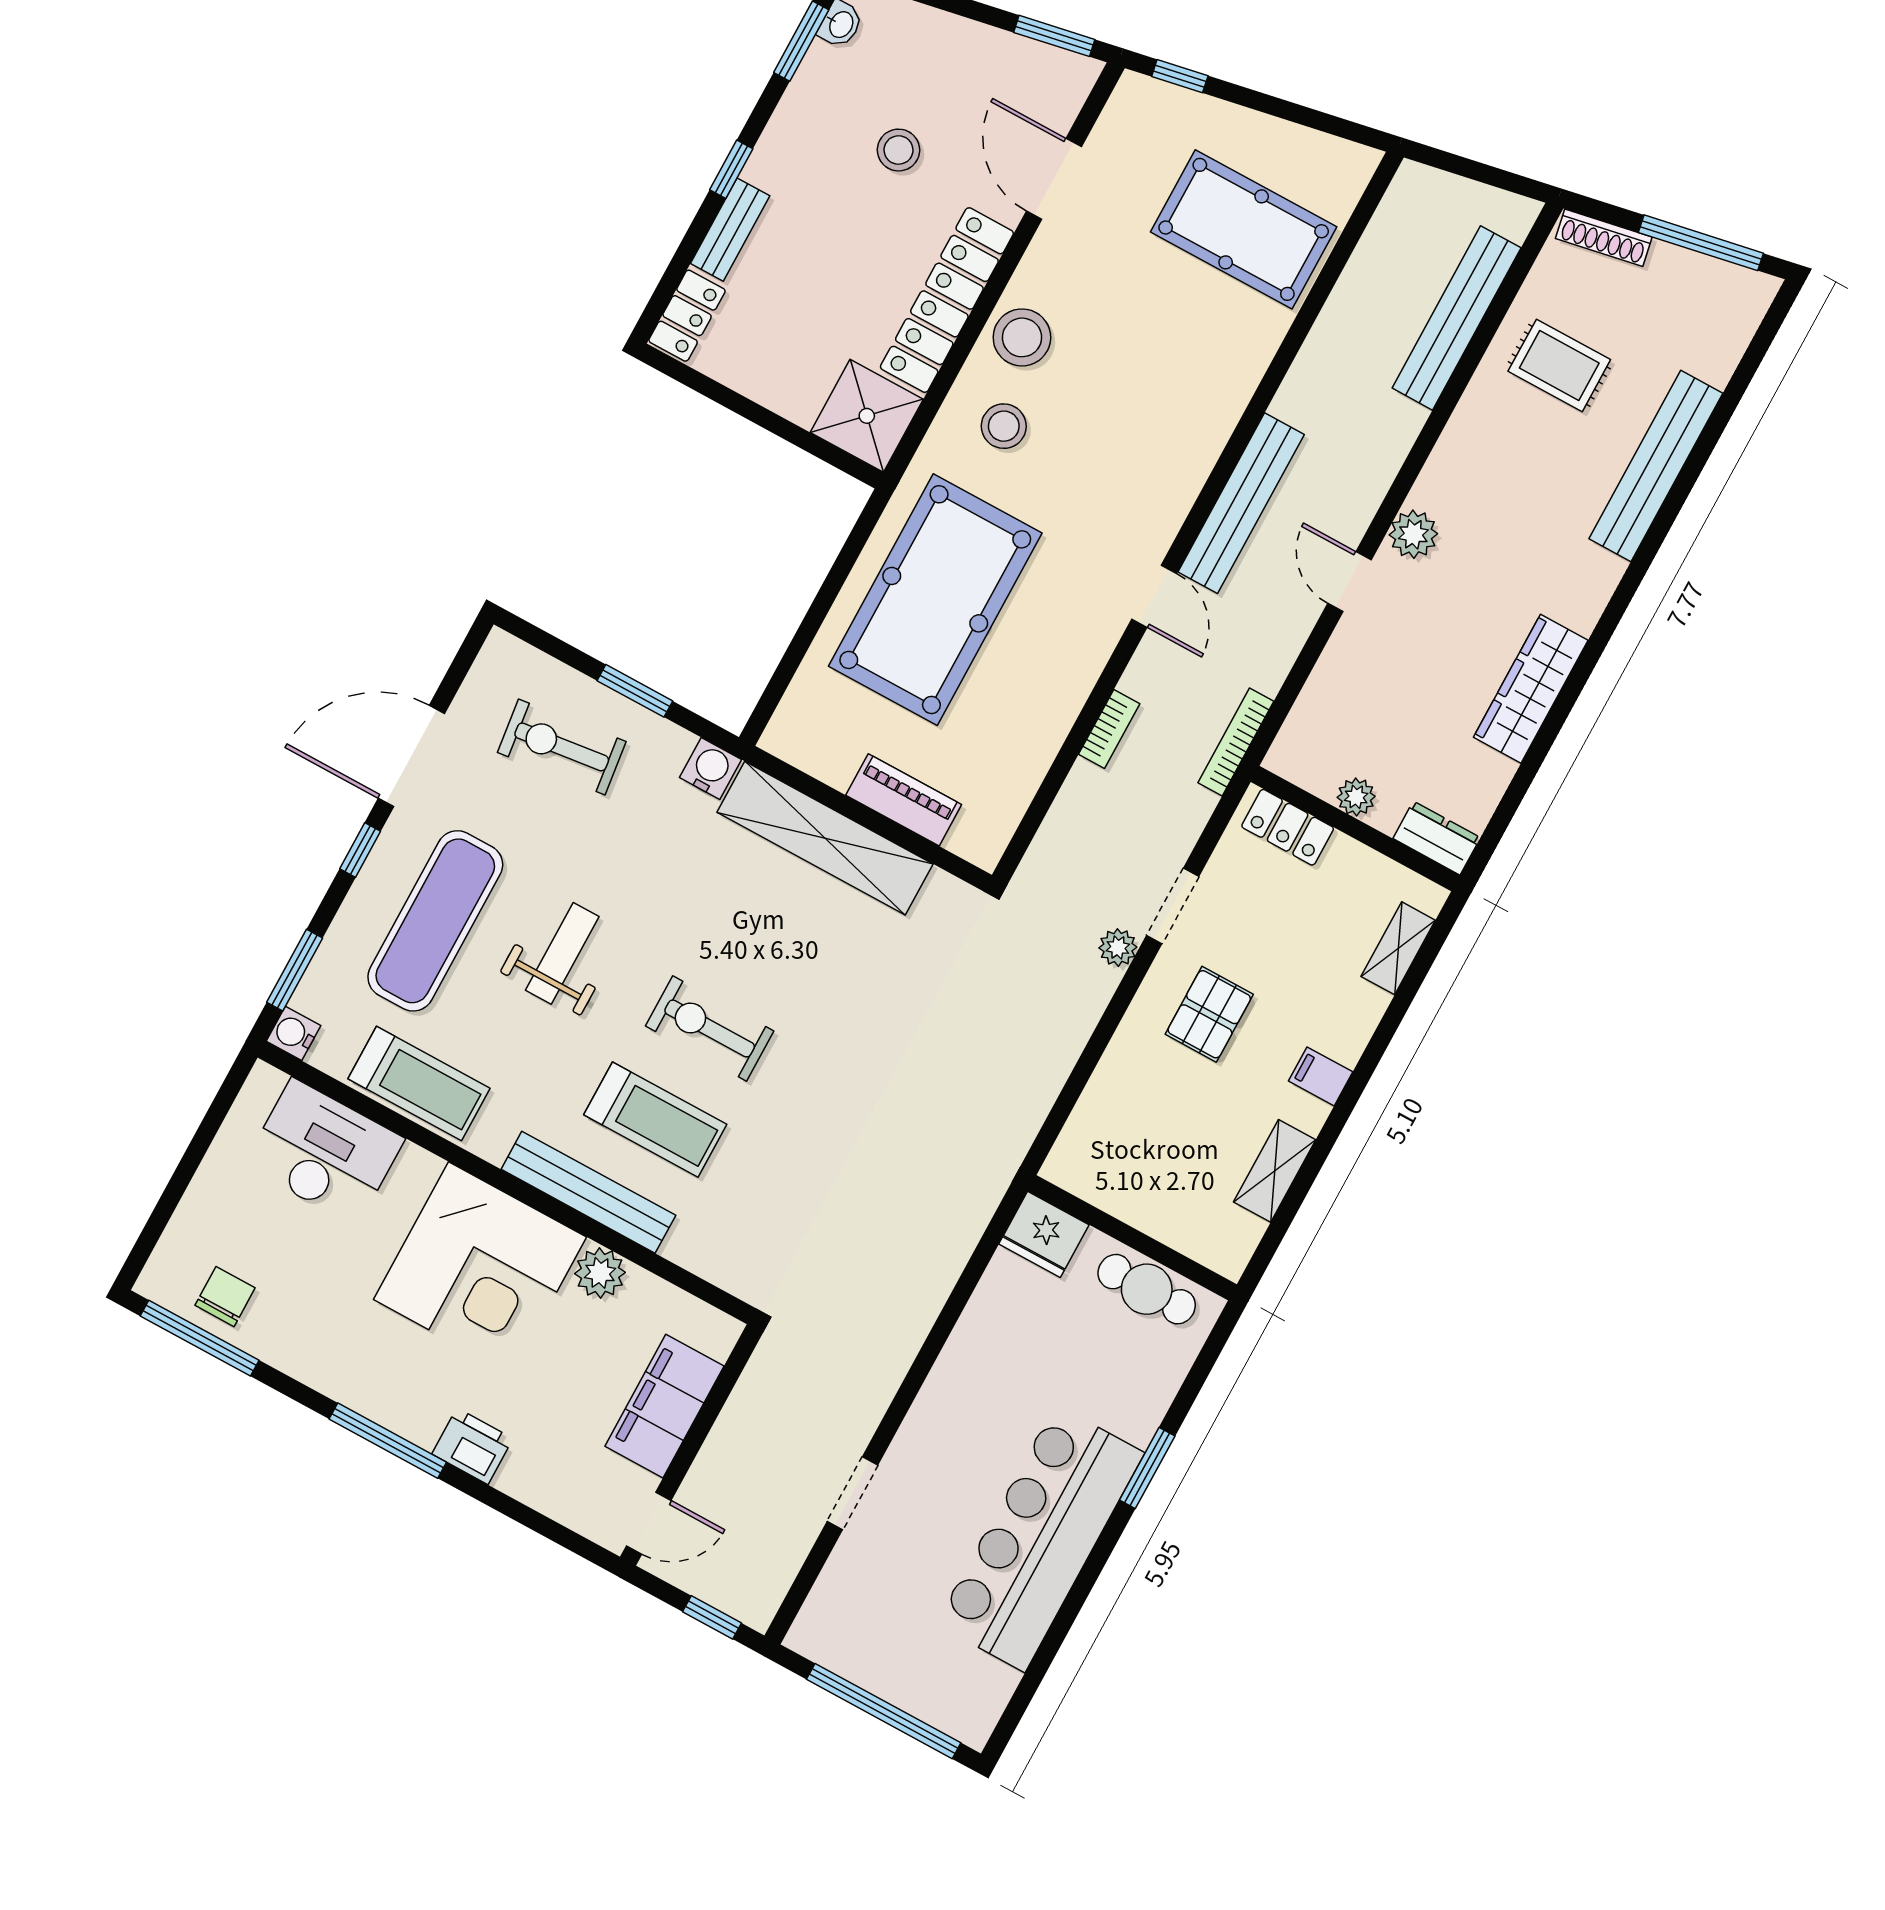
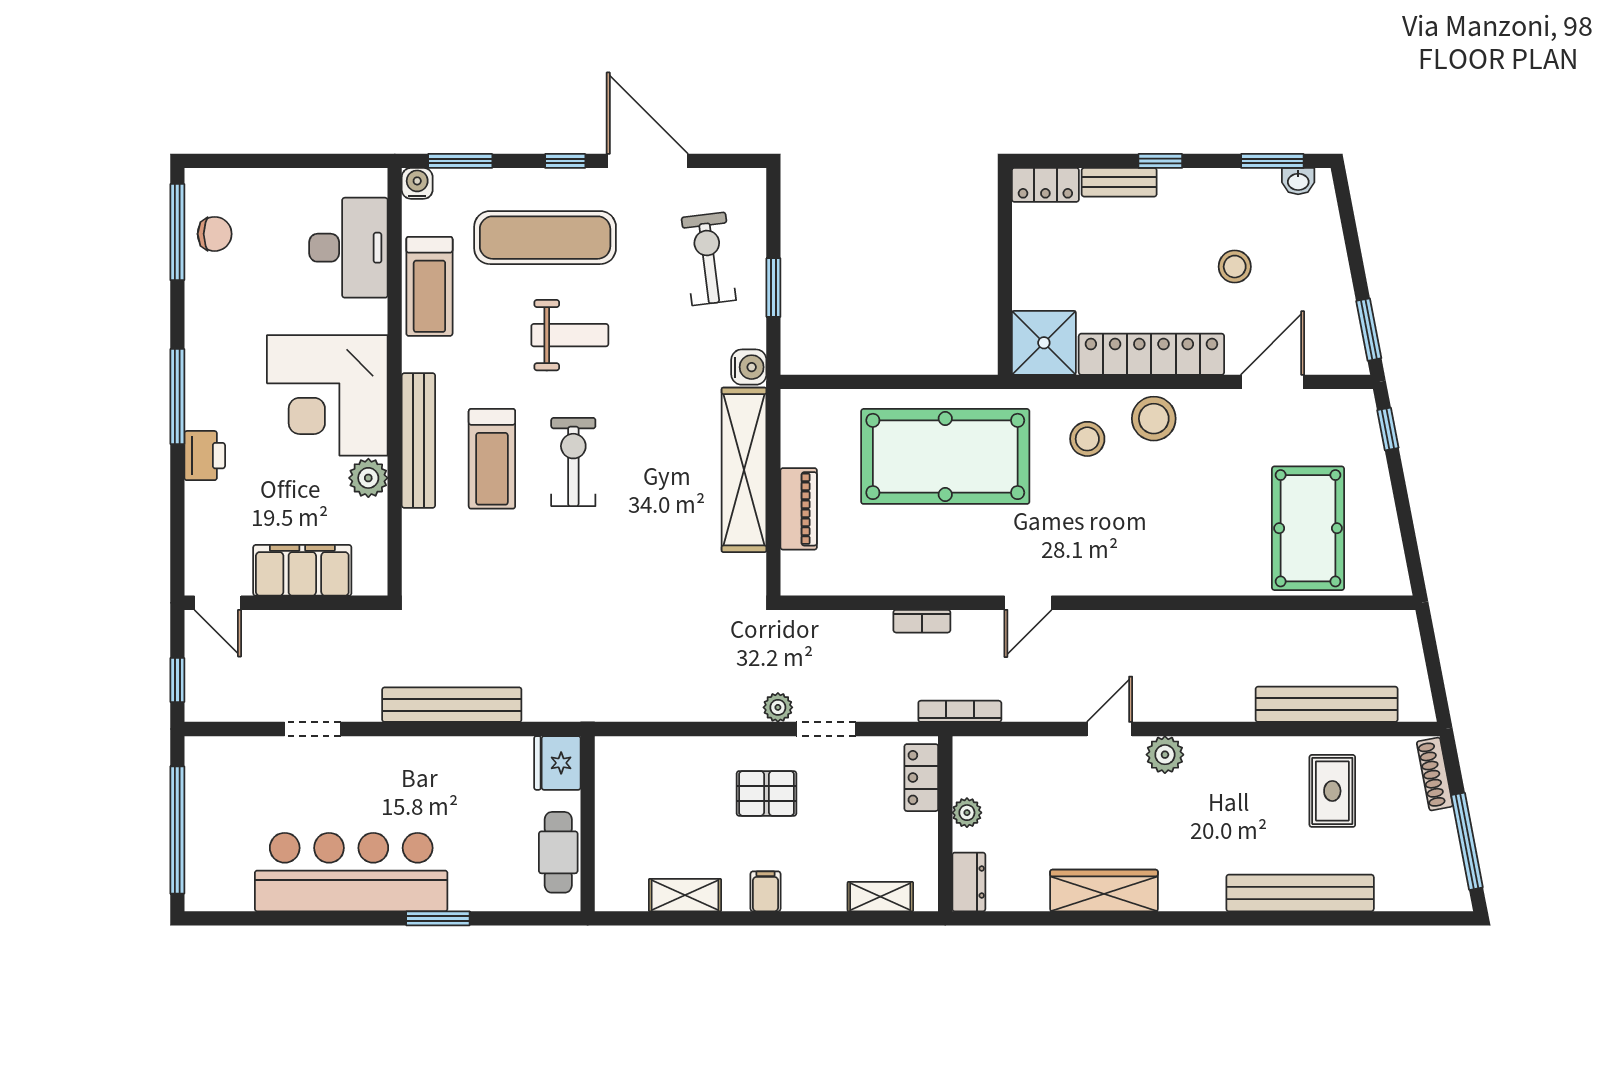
bench: (1241, 503) -> (452, 705), moved

